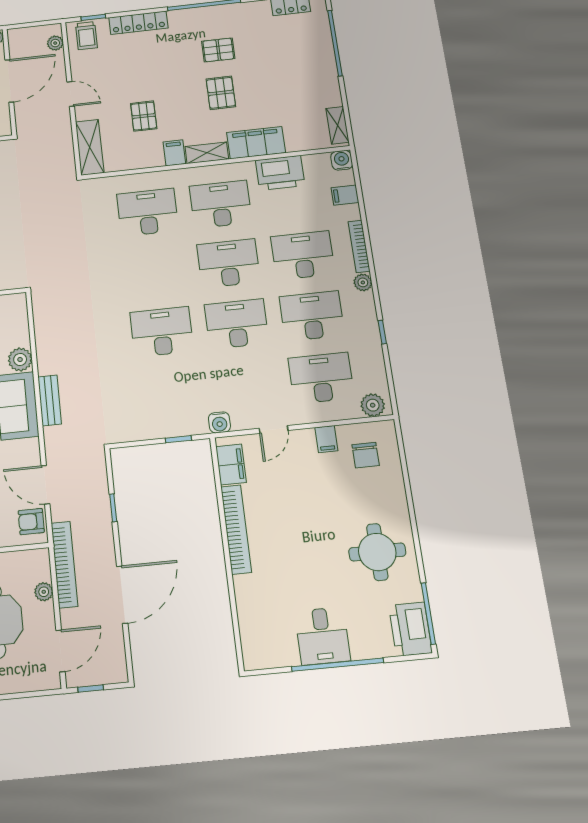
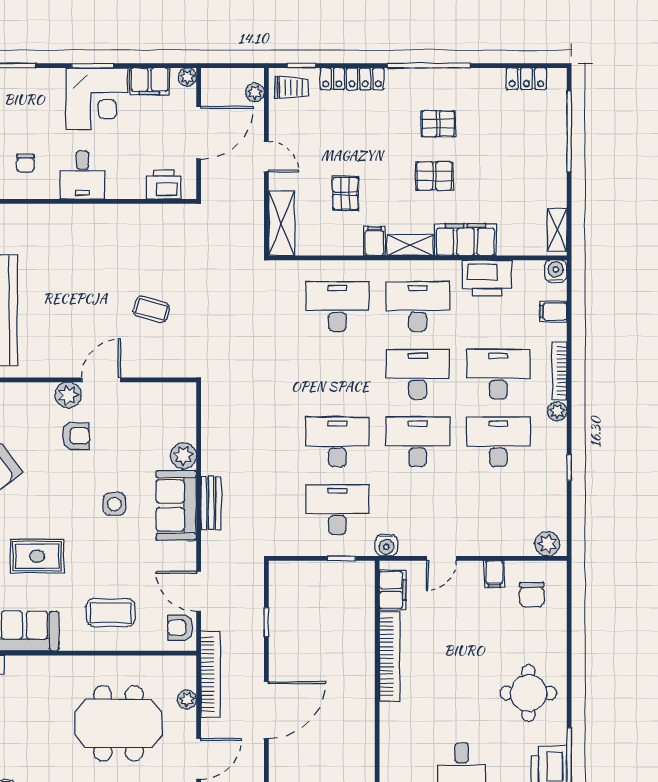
trolley: (86, 36) -> (291, 88), turned -90
pallet: (221, 93) -> (434, 176), turned 90
desk: (321, 378) -> (337, 510), moved

